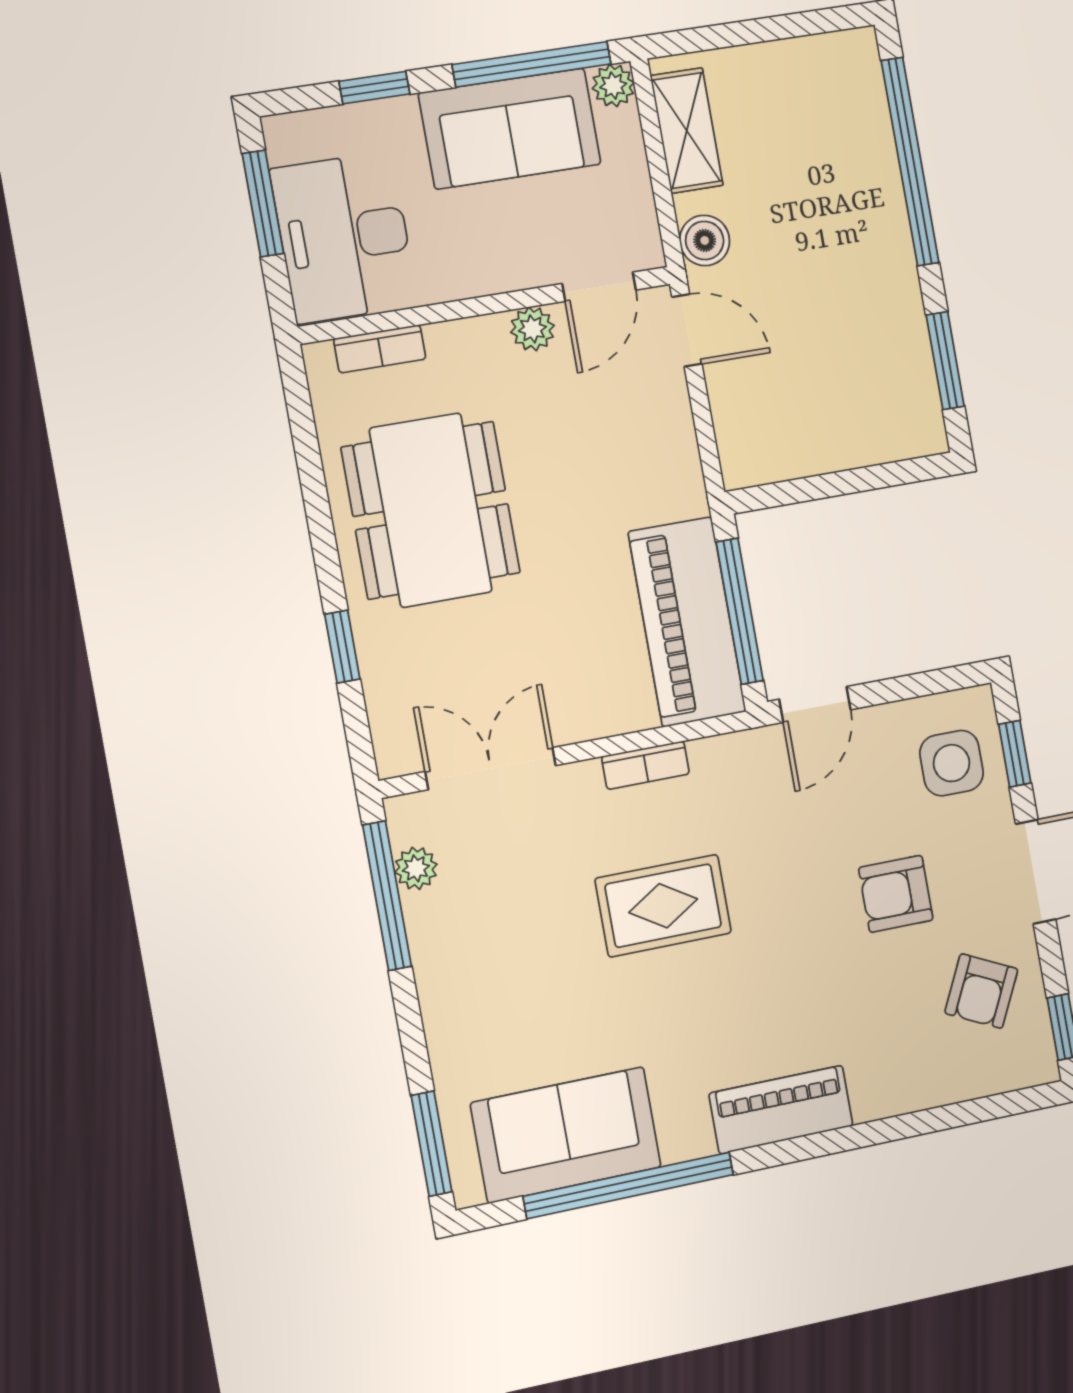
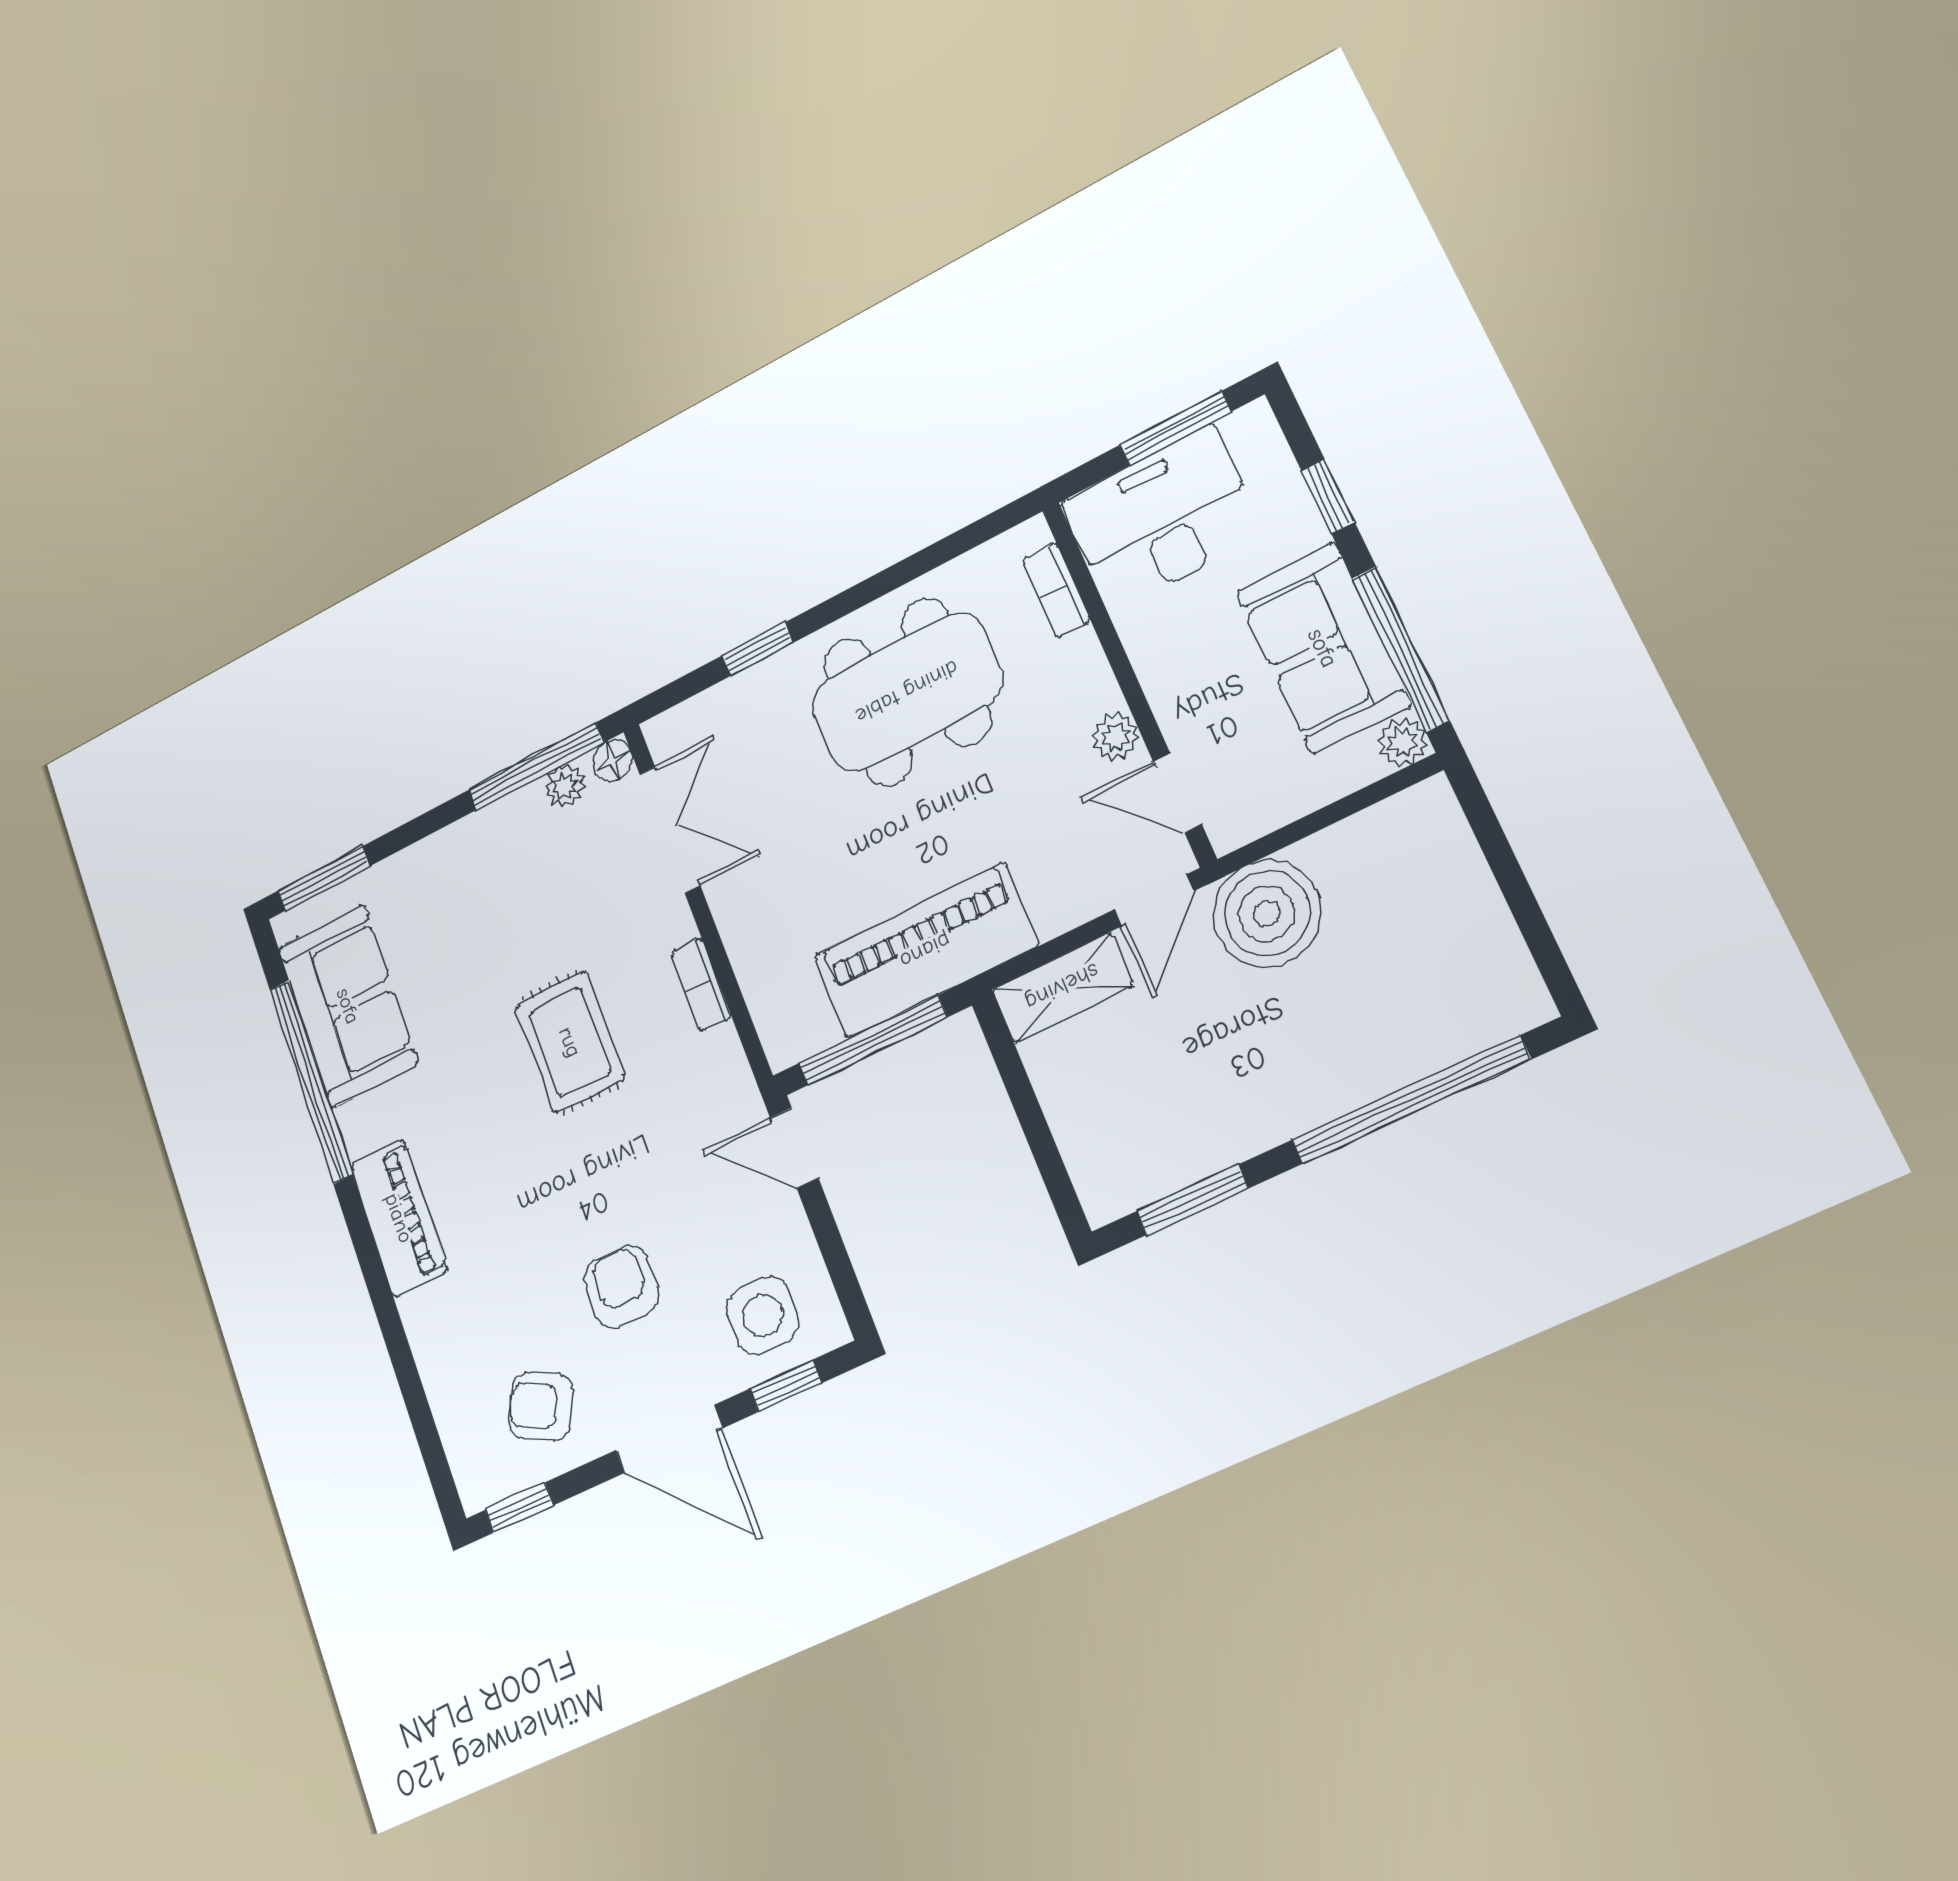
shelving: (687, 131) -> (1062, 987), moved
boiler: (705, 240) -> (1267, 914), width x1.86, depth x1.86
piano: (687, 622) -> (925, 951), moved
floor lamp: (406, 815) -> (612, 760), added

